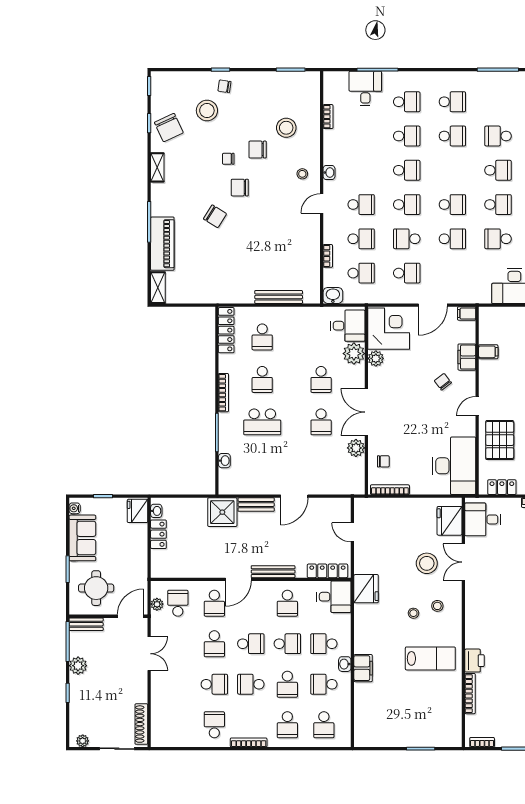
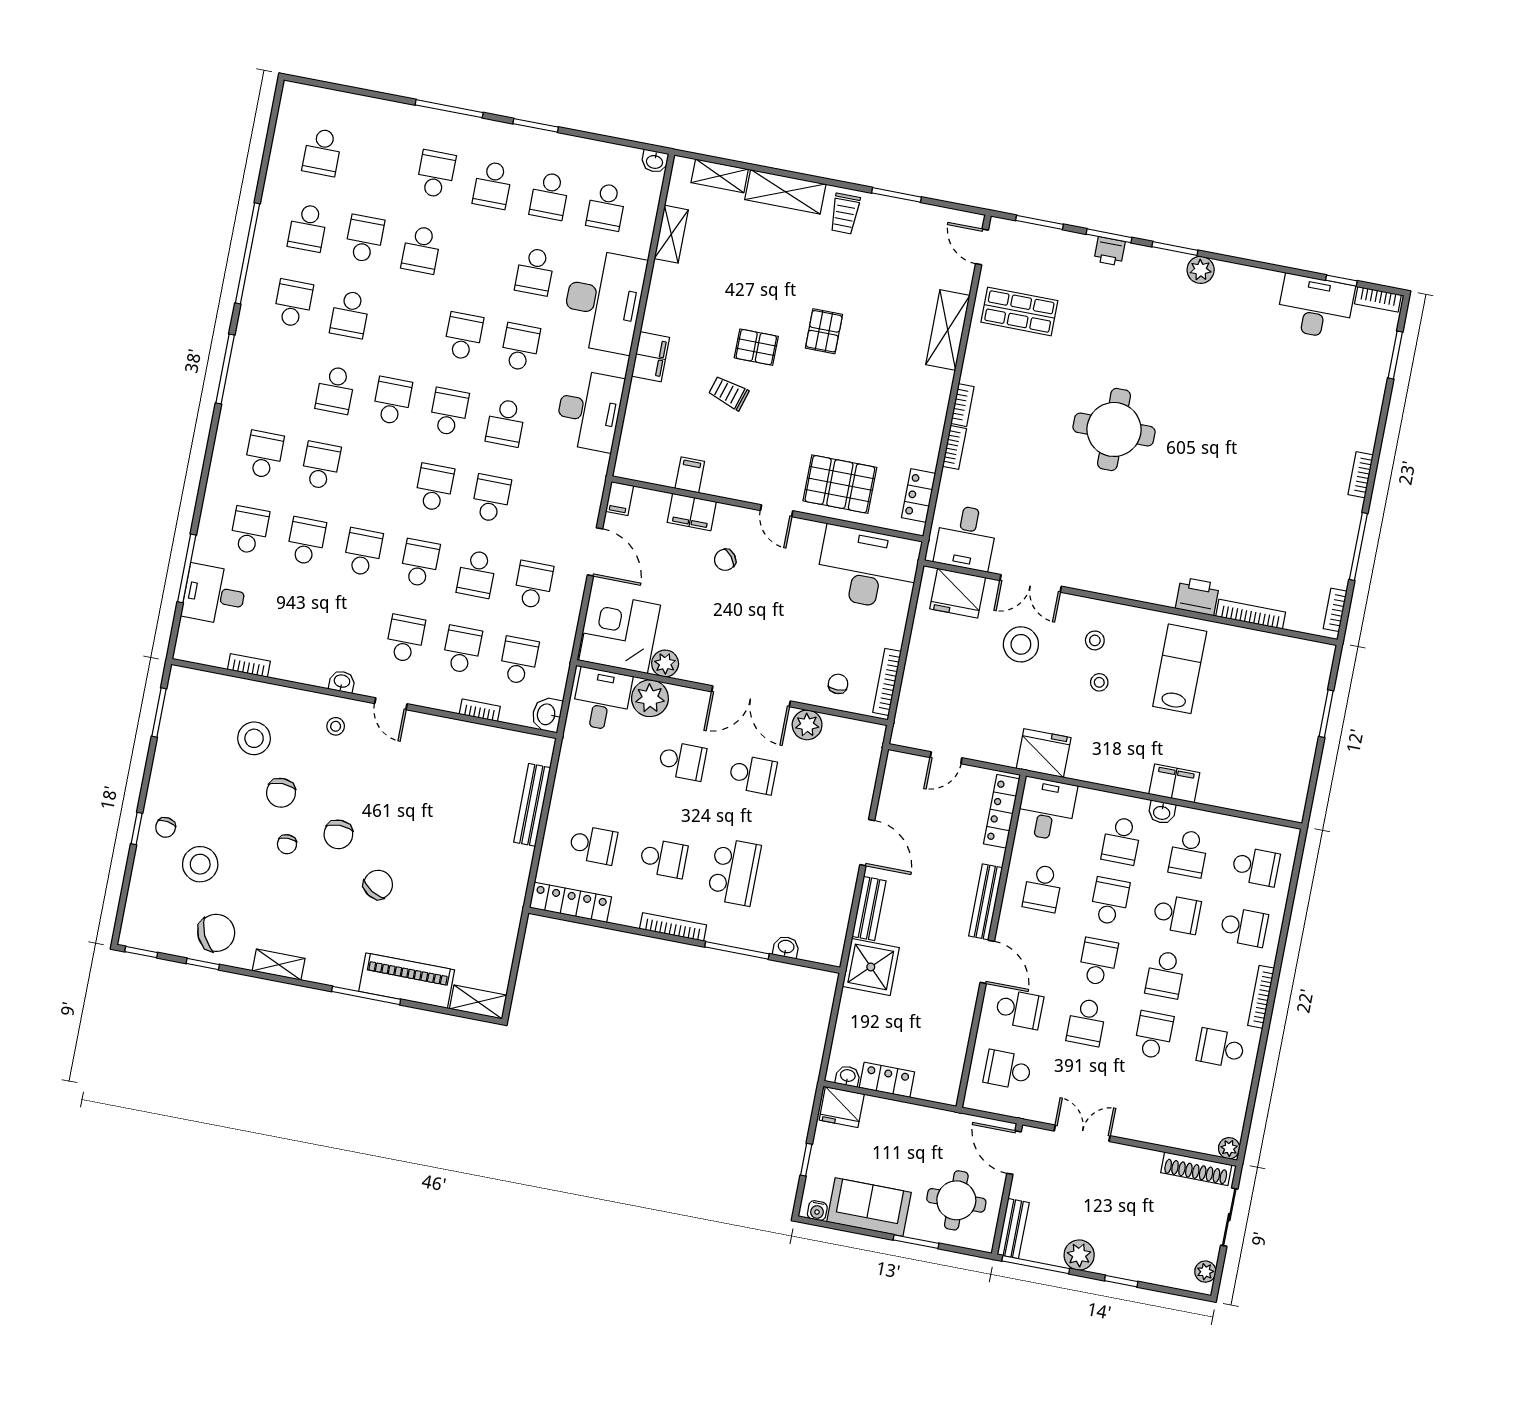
school desk: (287, 603) -> (1043, 888), turned 90
plant: (157, 604) -> (1229, 1148), moved
school desk: (214, 644) -> (1086, 1022), turned 90

